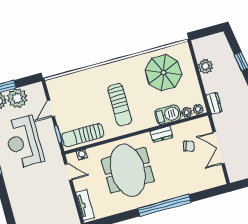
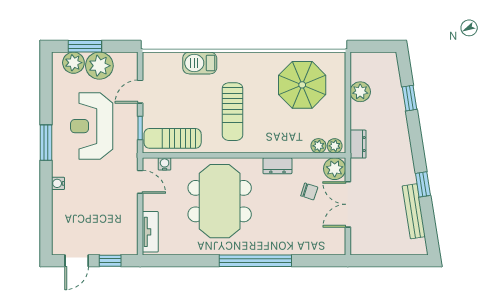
barbecue: (168, 115) -> (200, 63), moved, turned 180
plant: (202, 125) -> (335, 169), added
water cooler: (11, 189) -> (58, 183), added

